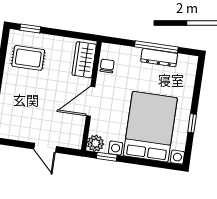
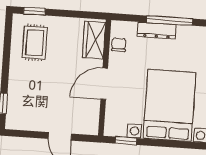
rug: (28, 58) -> (35, 43), turned 90
dresser: (159, 58) -> (157, 31), moved
plant: (95, 143) -> (113, 127), removed

